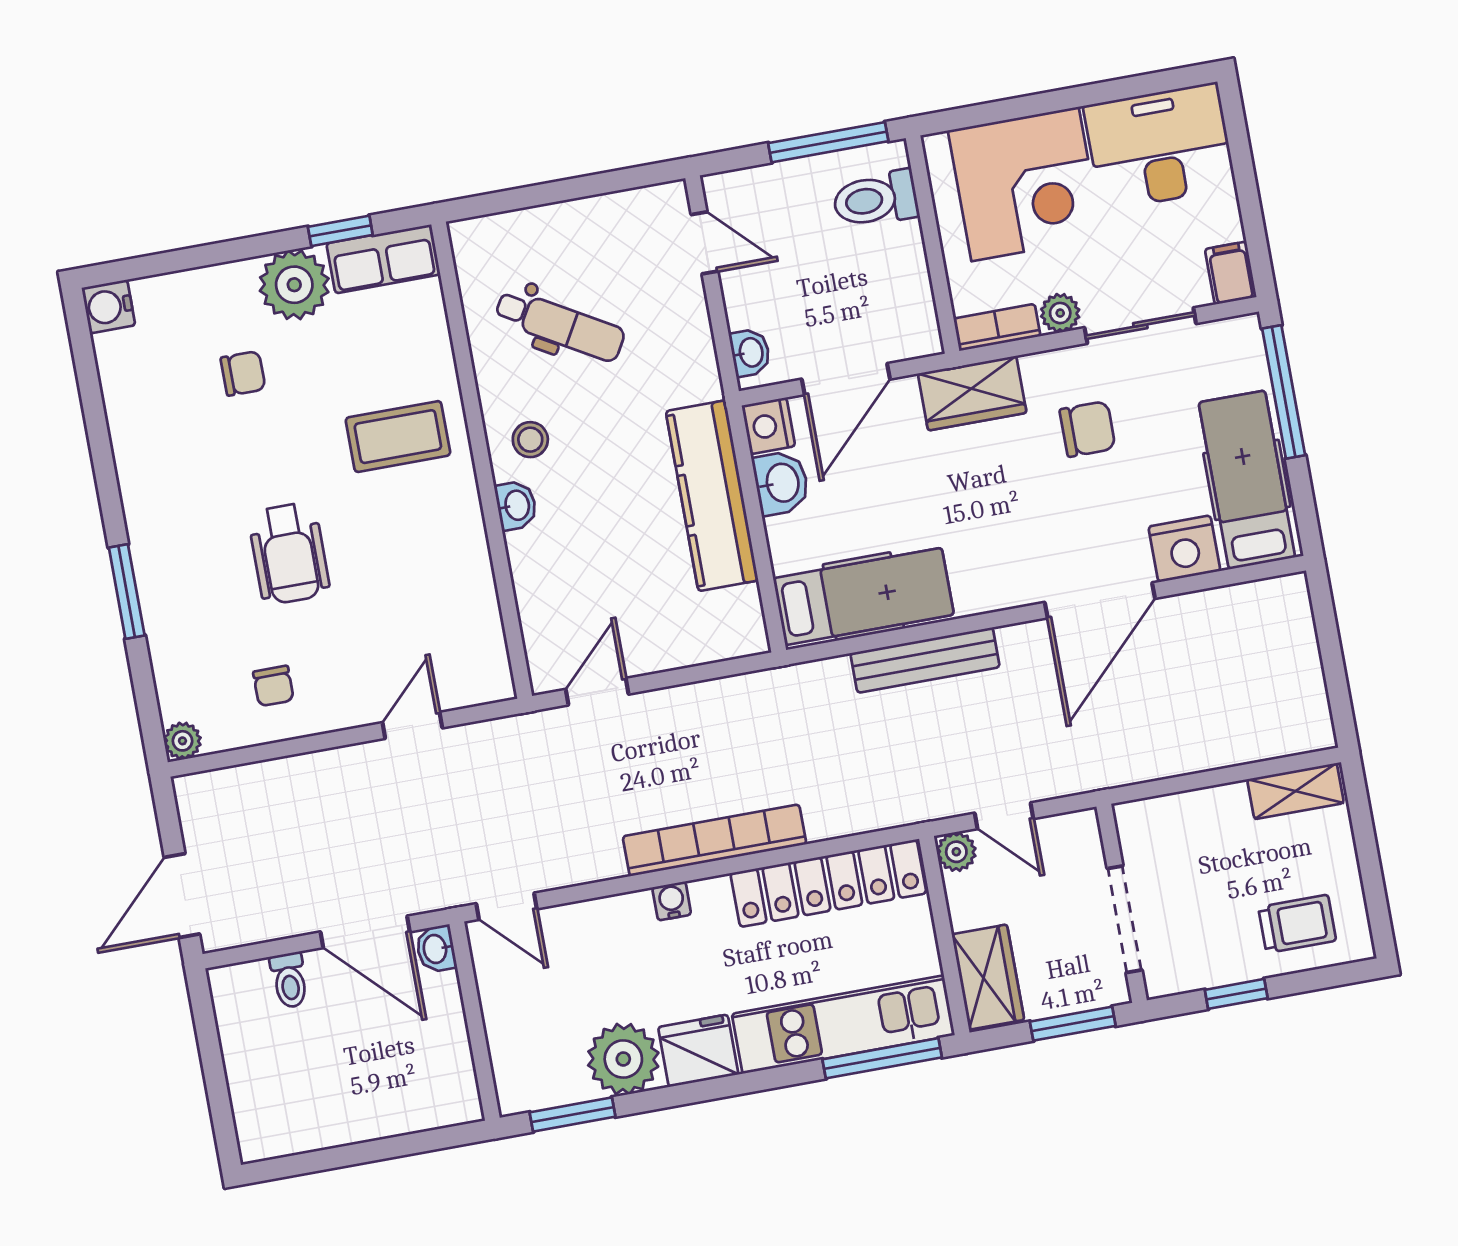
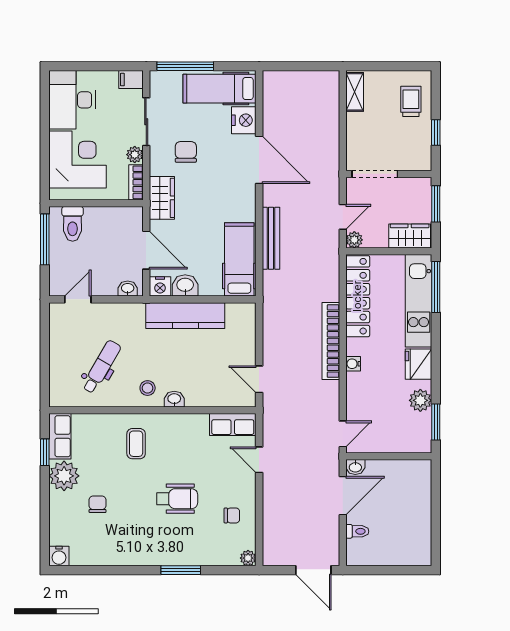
coffee table: (398, 437) -> (136, 444), width x0.73, depth x0.77
row of seats: (482, 650) -> (233, 424), added
doorway: (1125, 919) -> (375, 174), moved
plant: (623, 1059) -> (420, 400), width x0.73, depth x0.73

